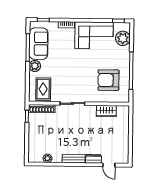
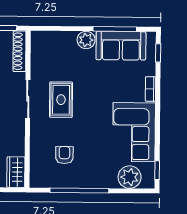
armchair: (108, 80) -> (64, 155), width x0.53, depth x0.53
rug: (43, 89) -> (61, 100), moved, turned 90
wardrobe: (106, 111) -> (16, 172), moved

